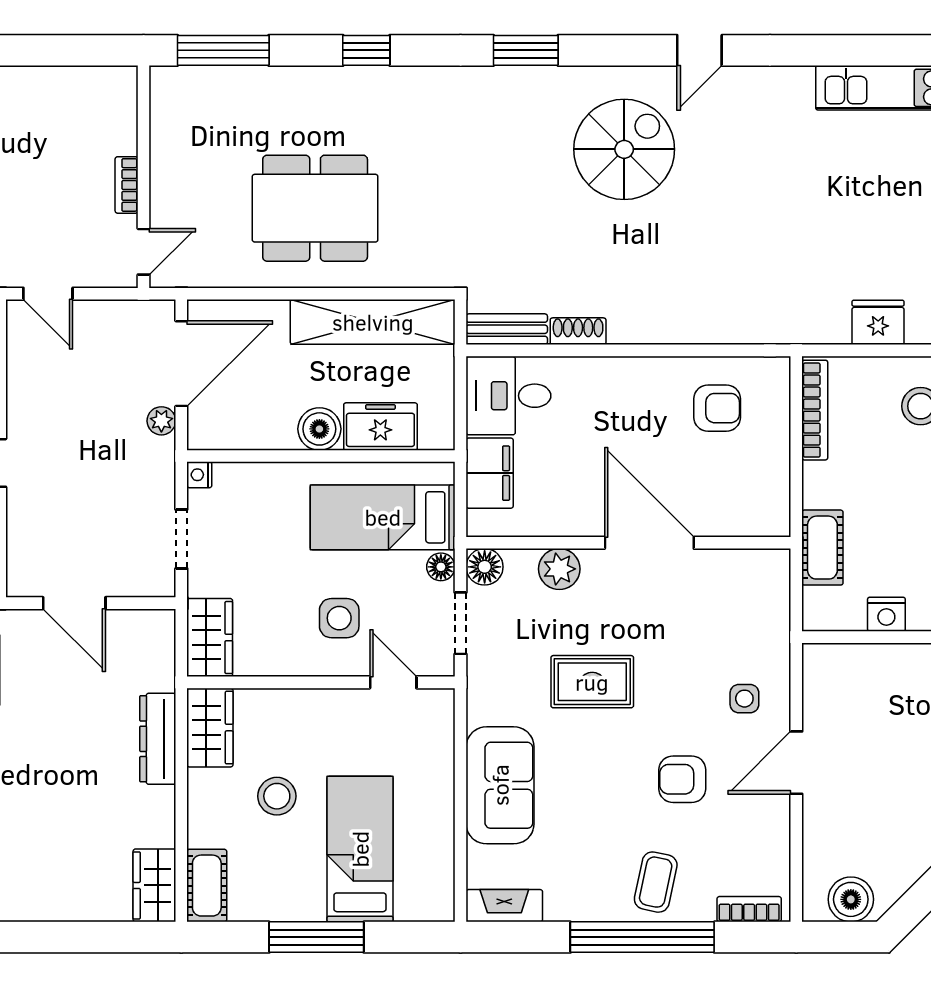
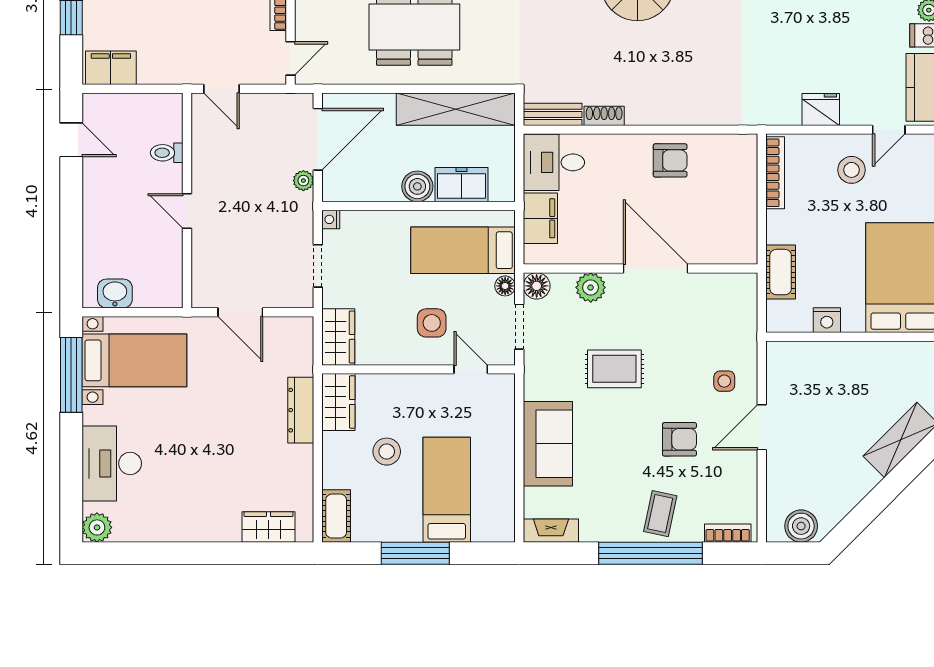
armchair: (717, 408) -> (670, 160), moved
armchair: (682, 779) -> (679, 439), turned 180
wardrobe: (154, 885) -> (268, 527), moved, turned 90

